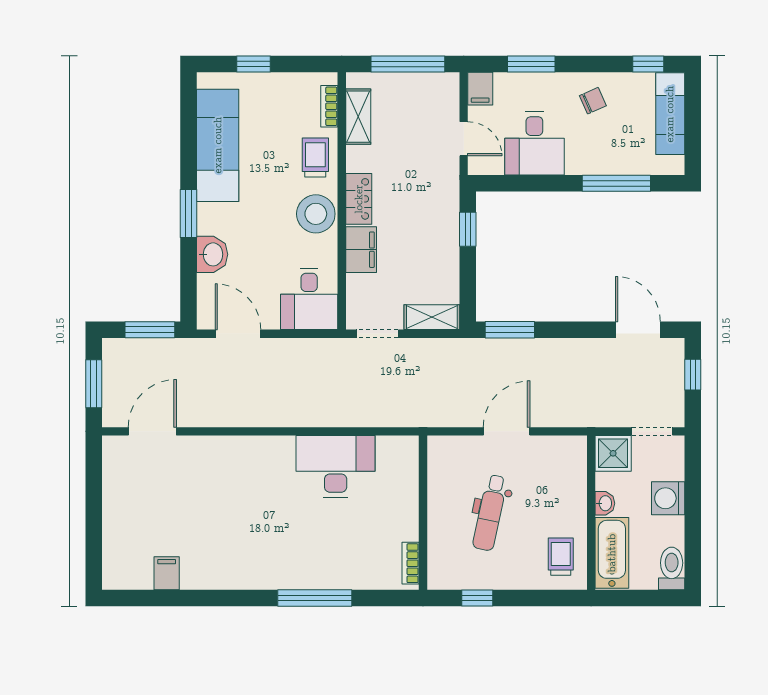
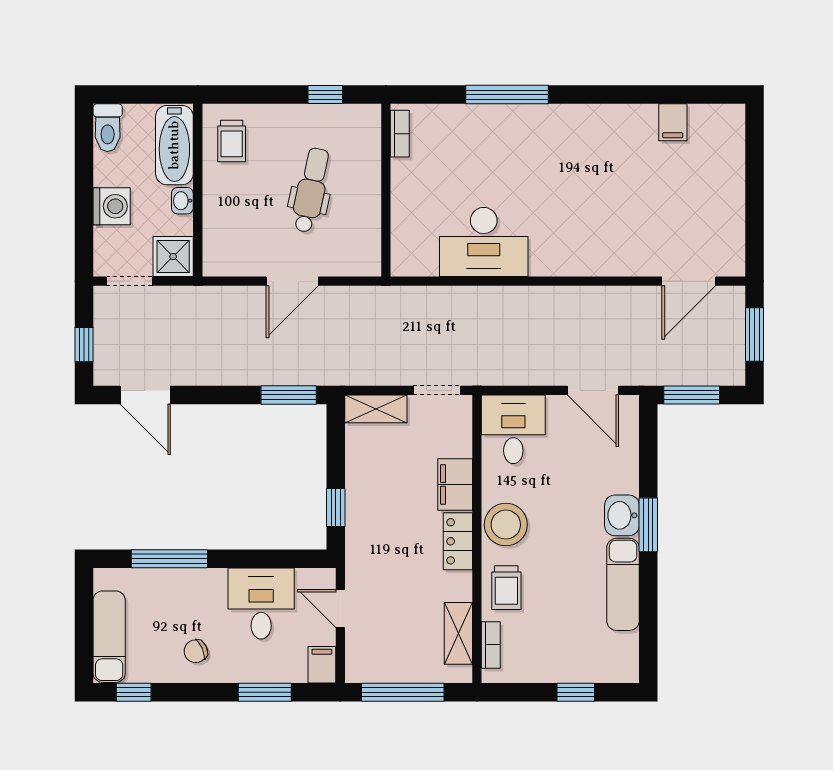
exam couch: (218, 145) -> (623, 584), width x0.73, depth x0.69
washbasin: (212, 254) -> (622, 515), moved

